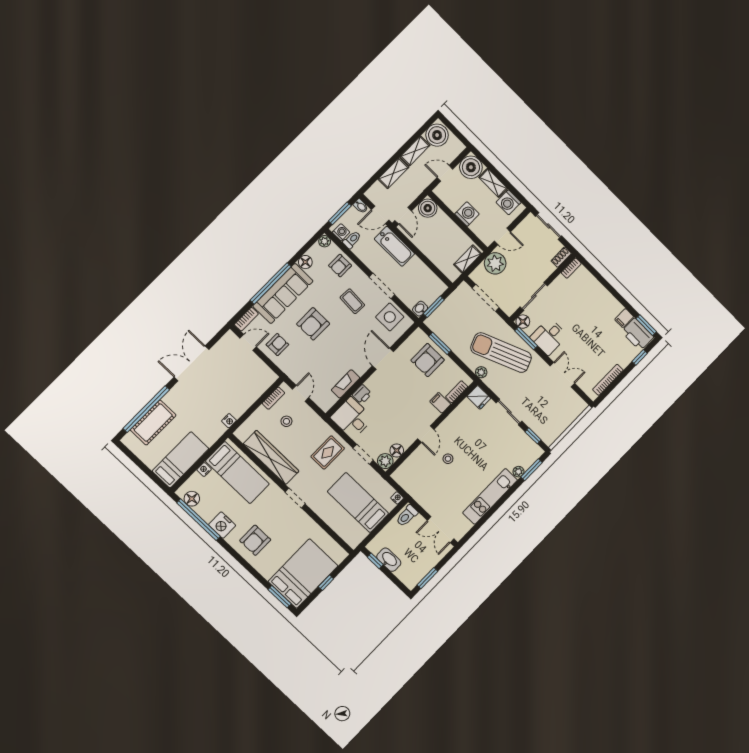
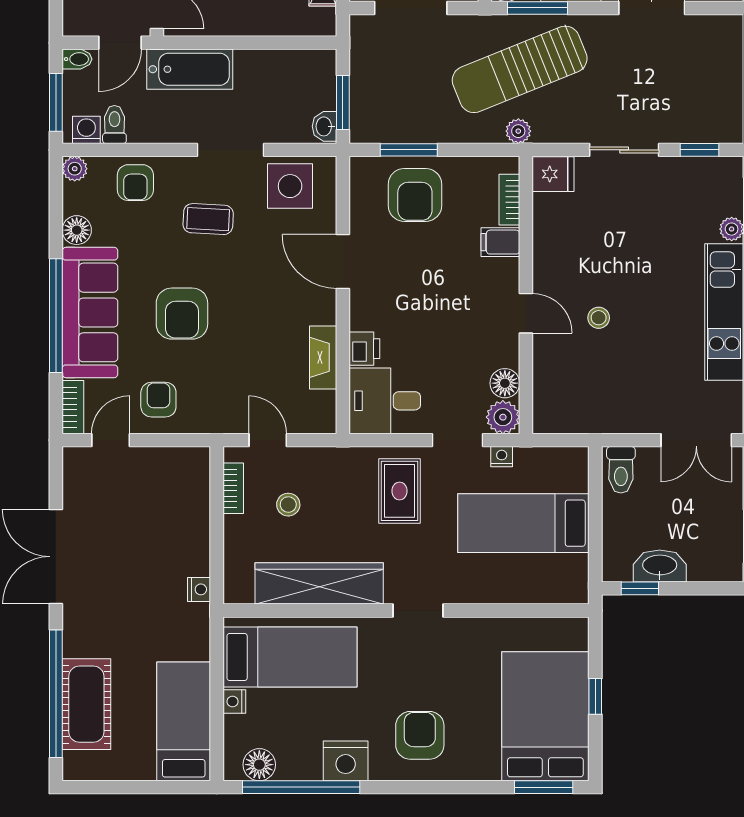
nightstand: (397, 498) -> (502, 457), moved
armchair: (255, 540) -> (420, 735), turned 180

